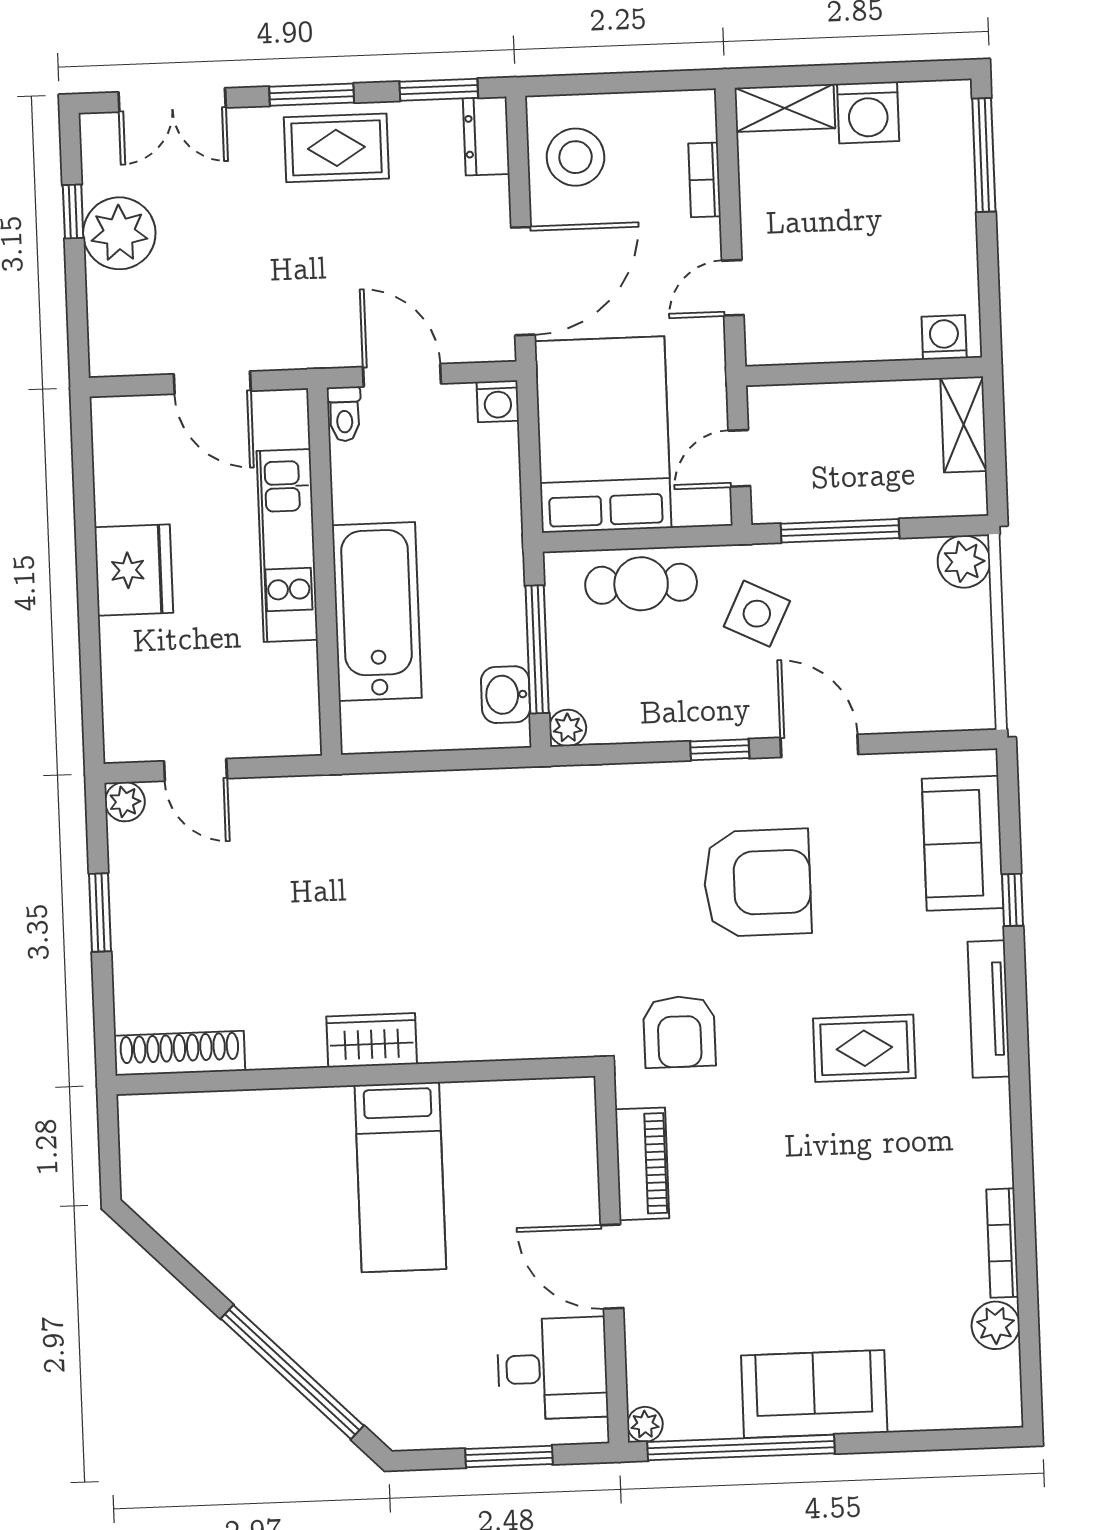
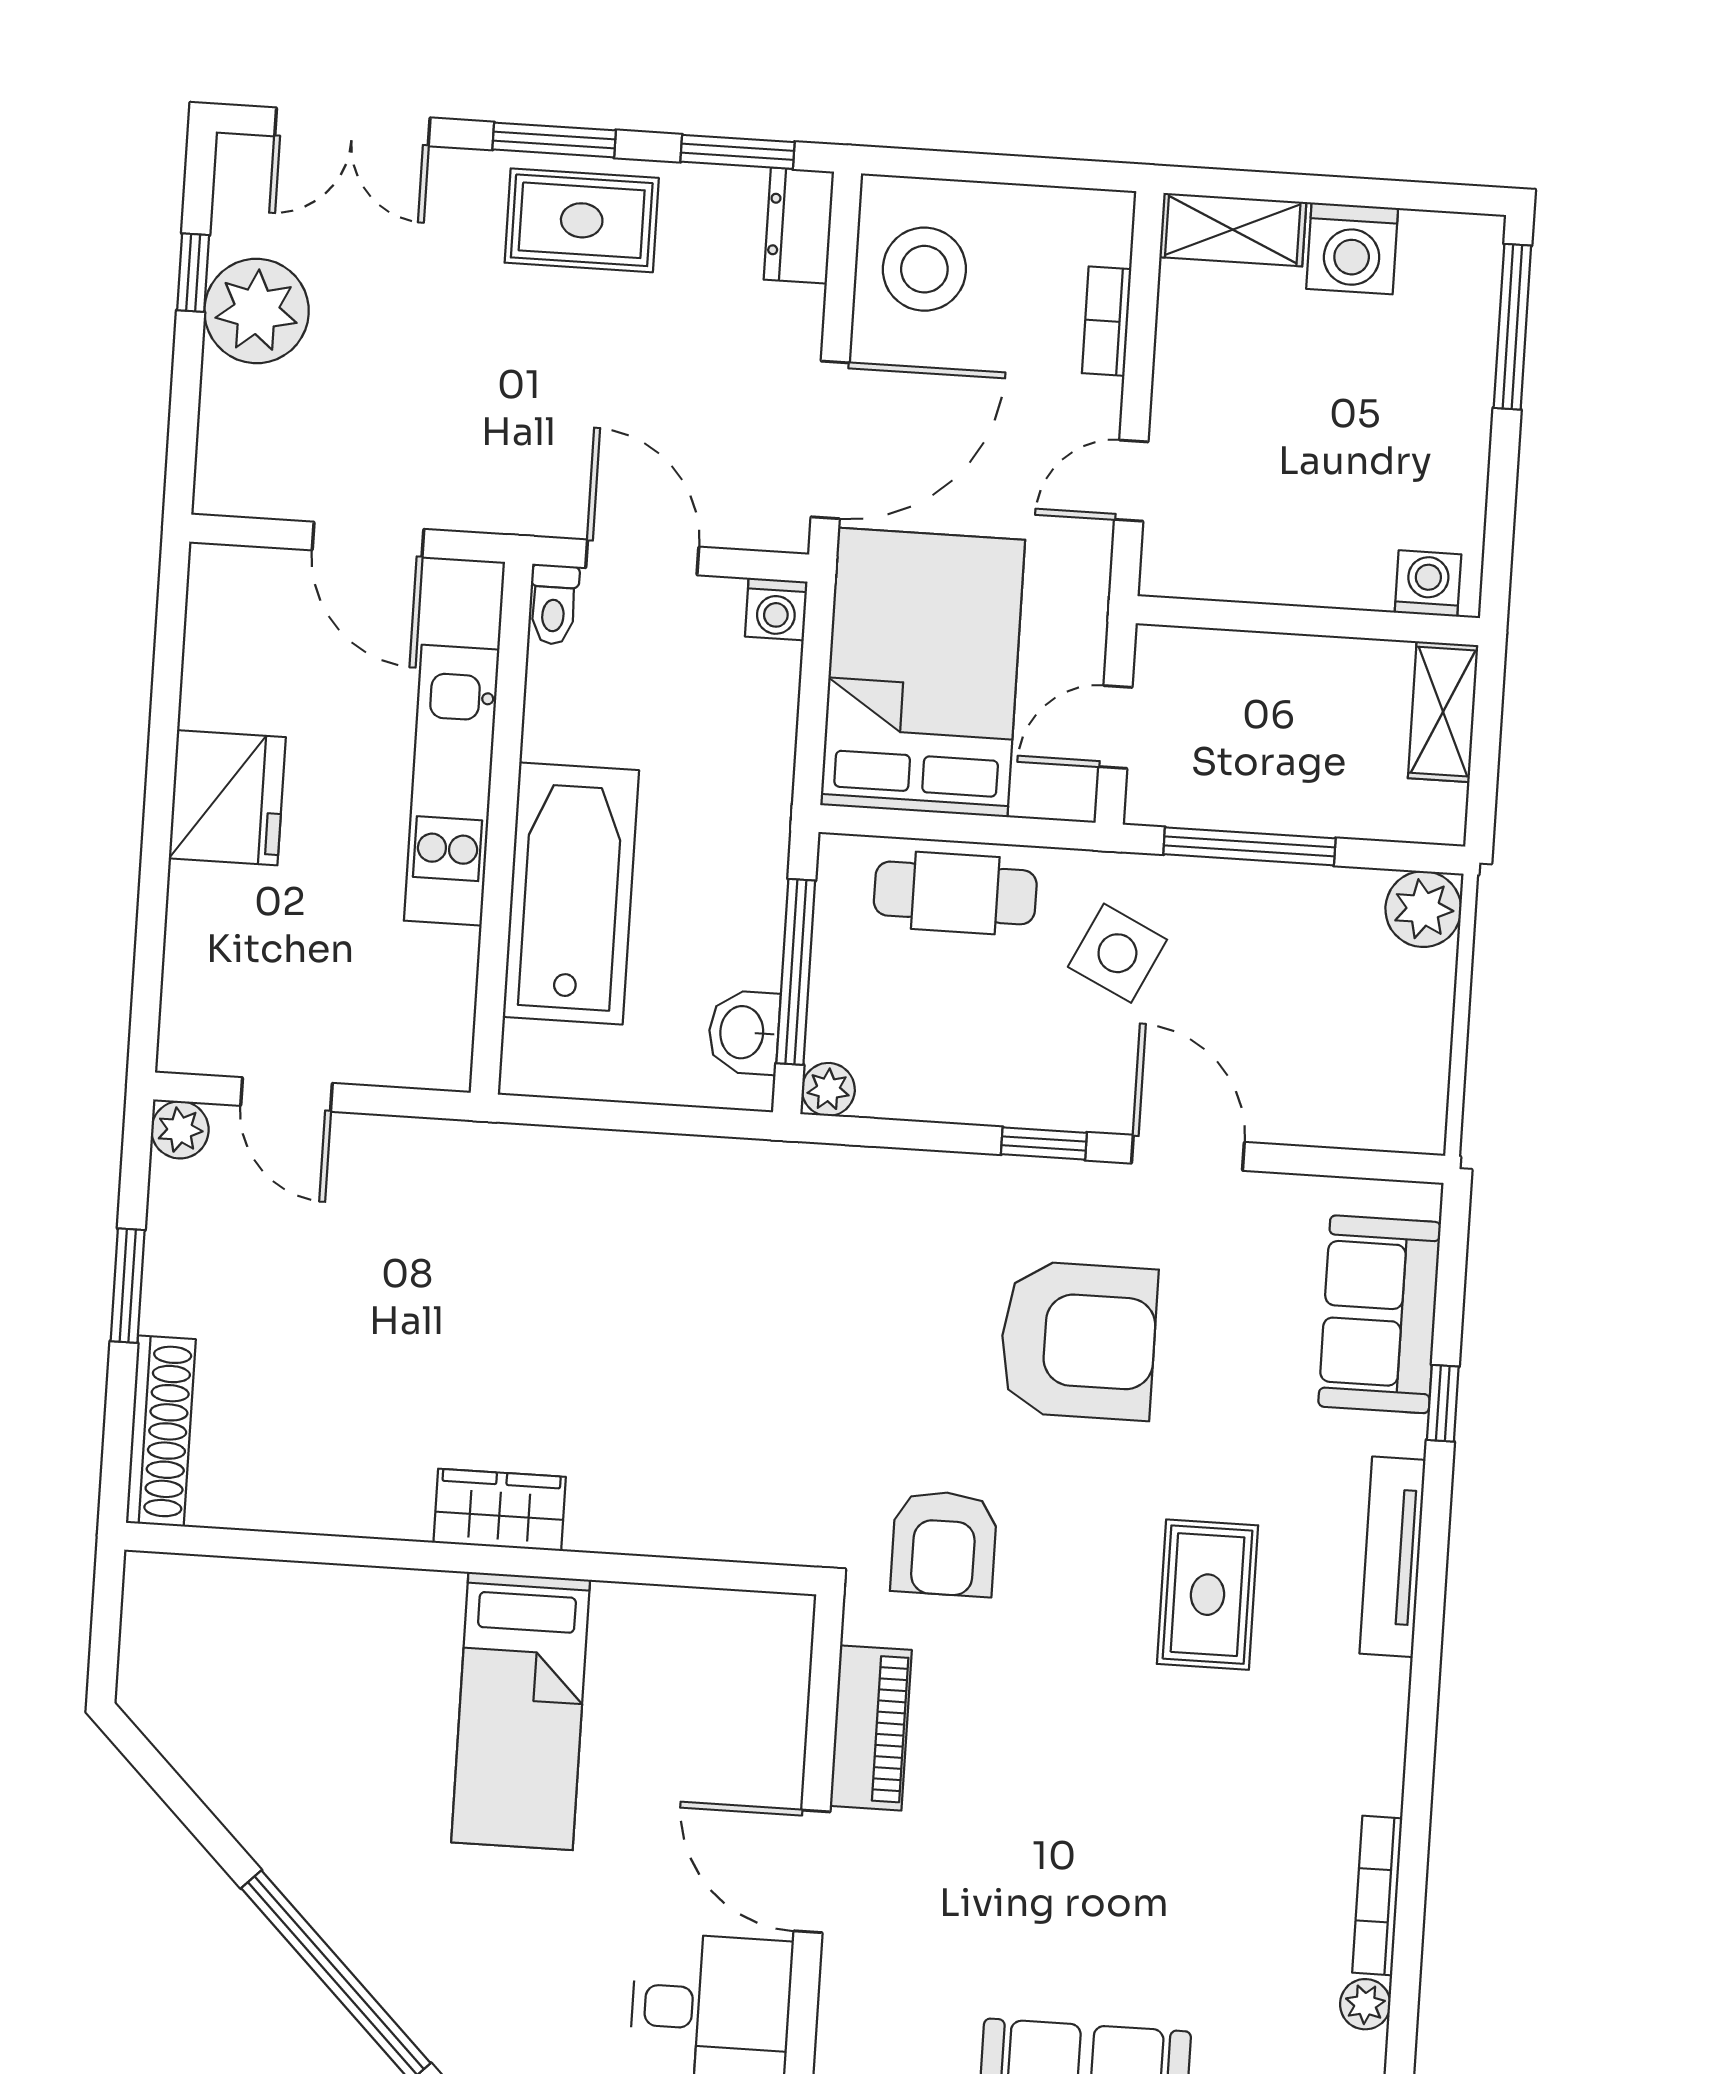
rug: (864, 1048) -> (1208, 1595), turned 90
shoe rack: (180, 1053) -> (161, 1431), moved, turned 90
plant: (996, 1325) -> (1365, 2004), width x0.73, depth x0.73

